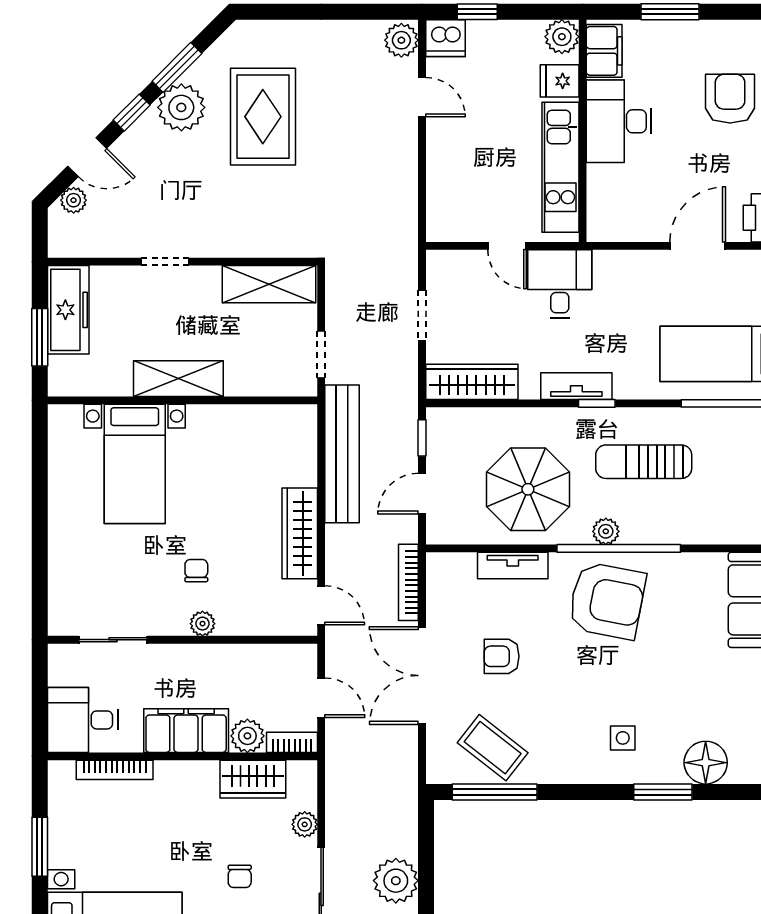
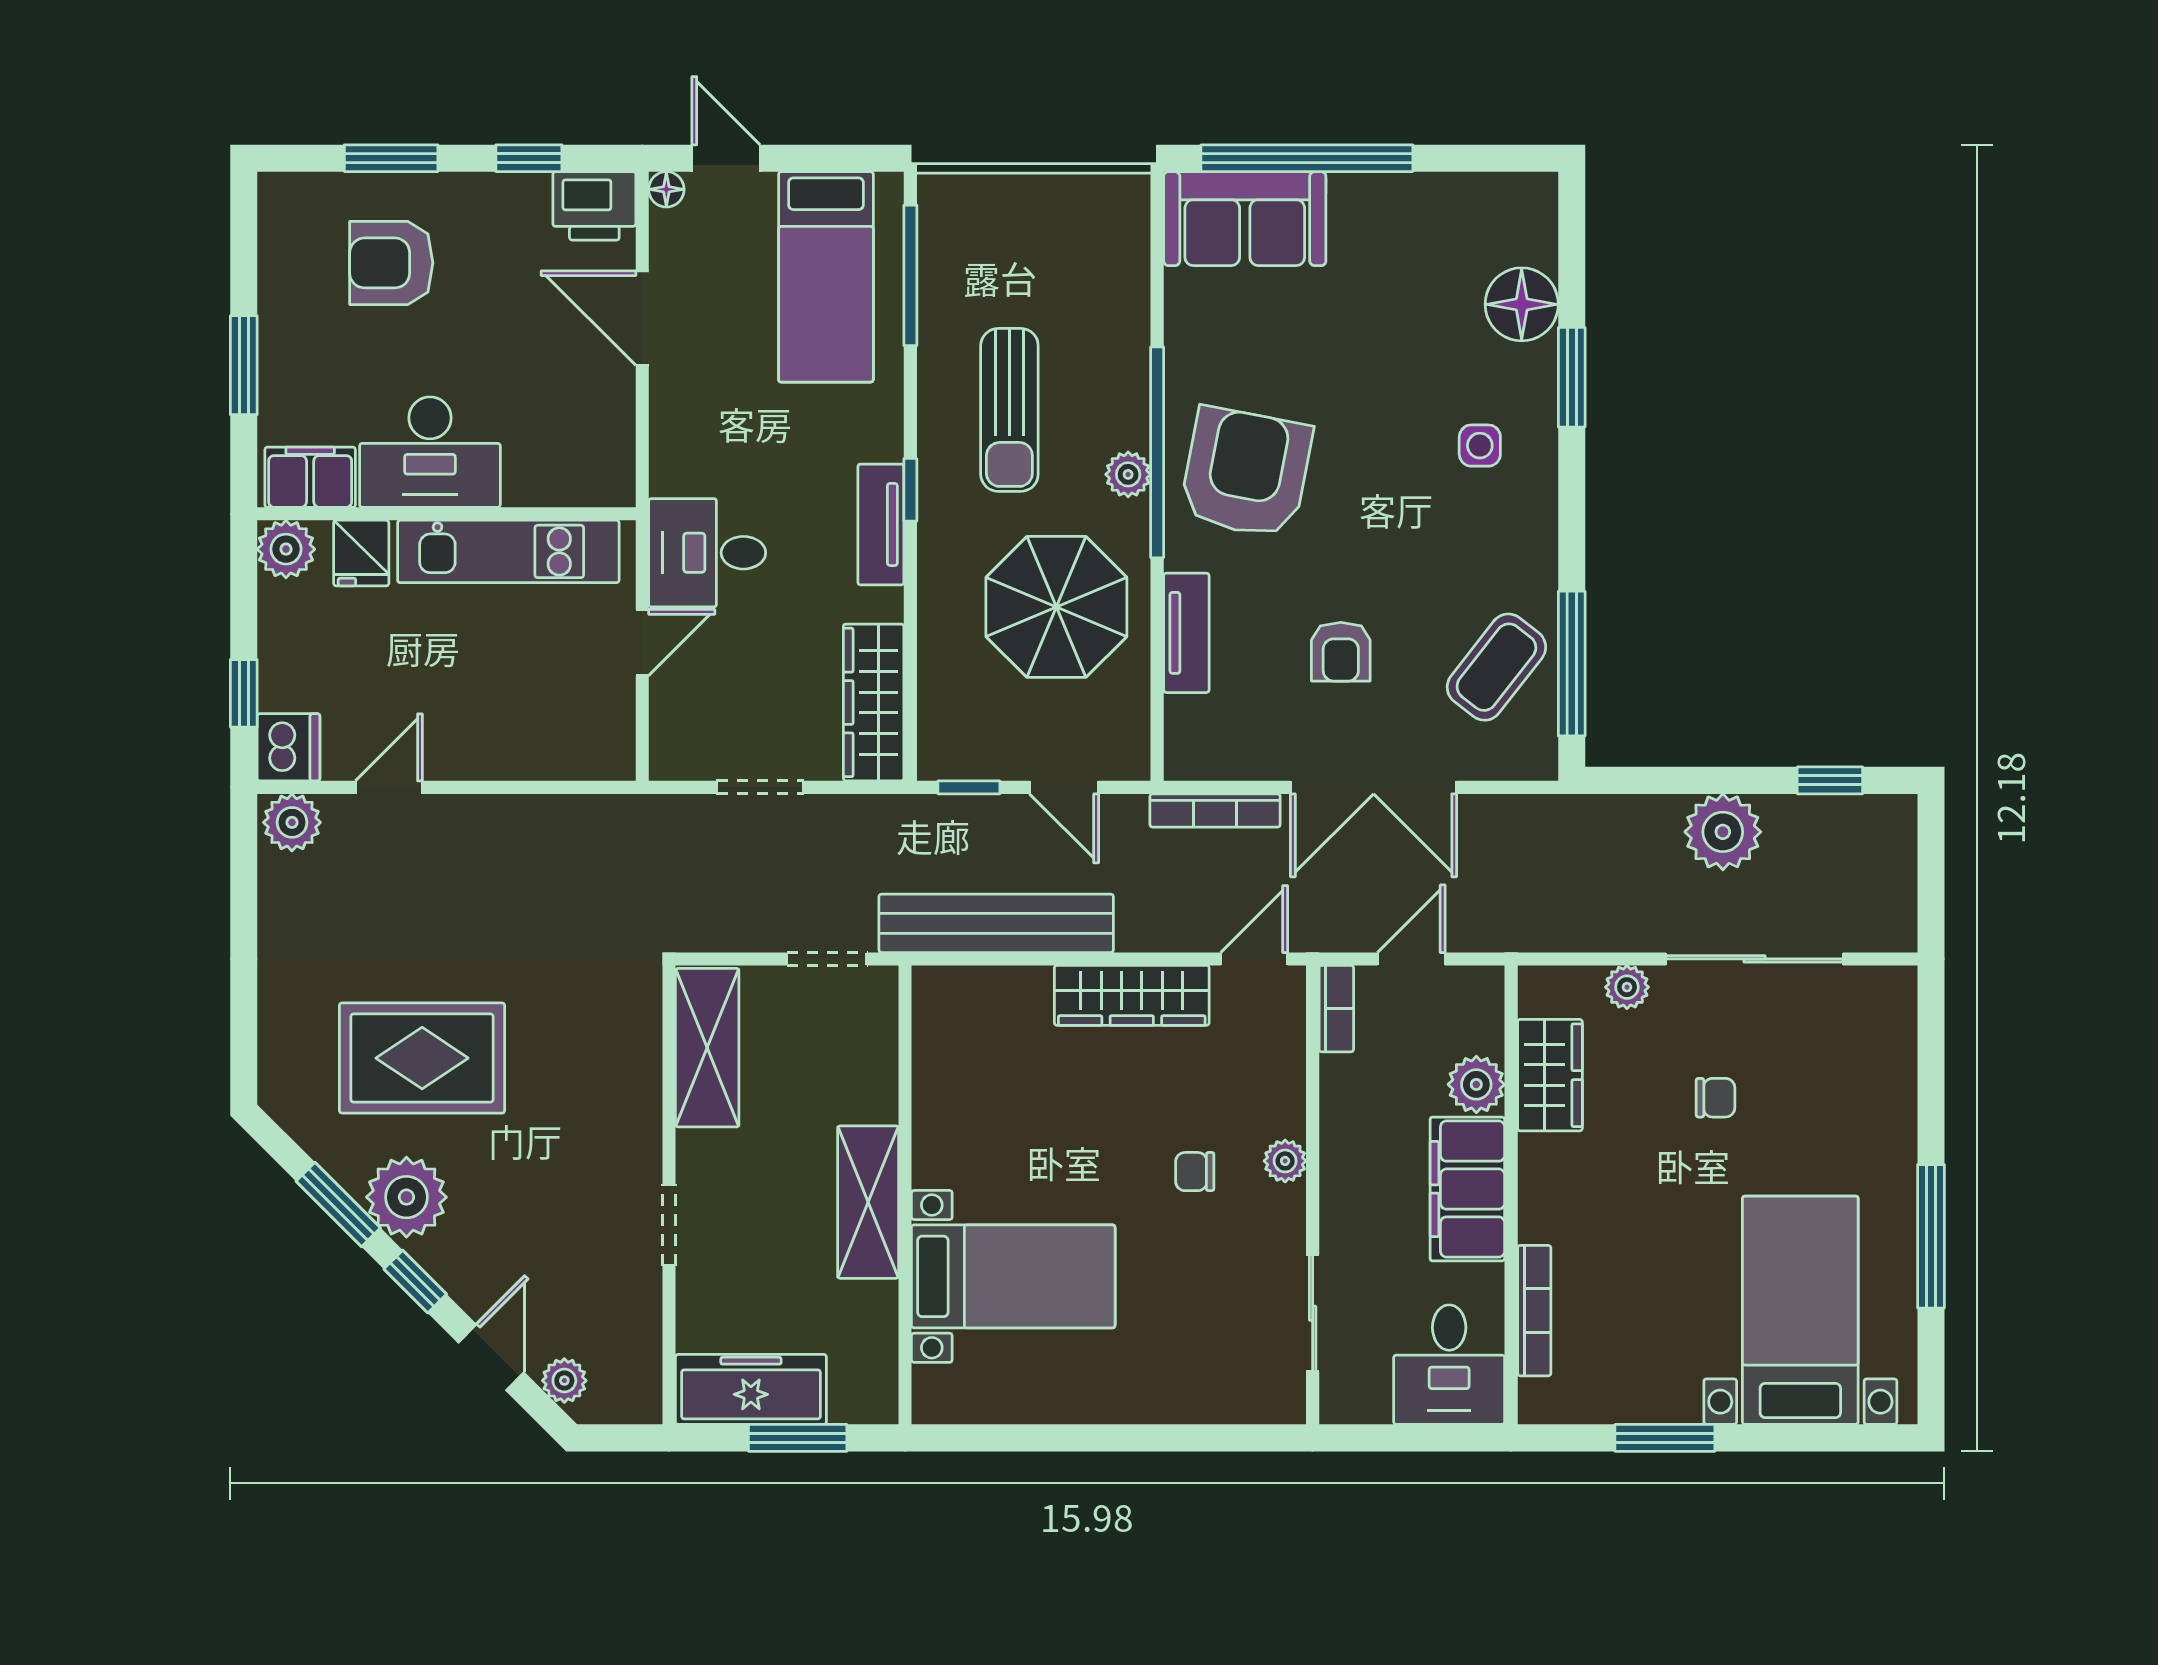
bookcase: (292, 742) -> (1336, 1009), moved, turned 180

